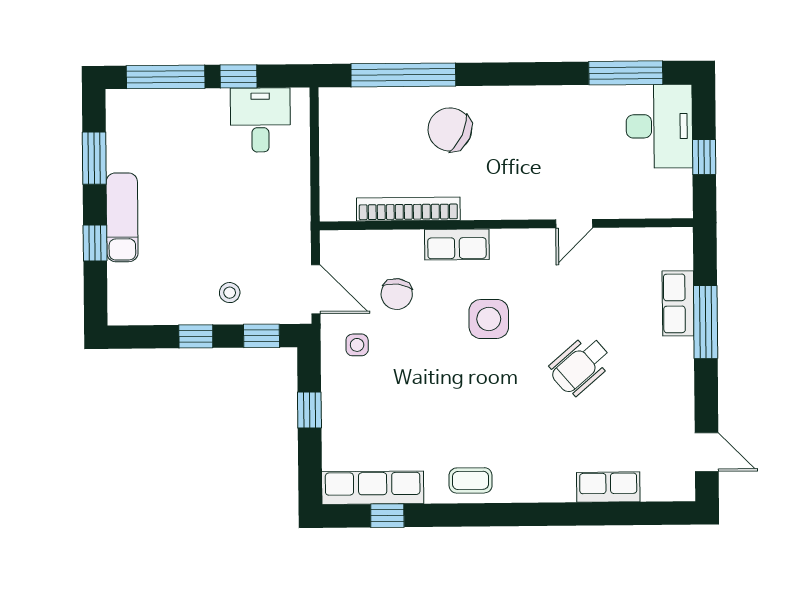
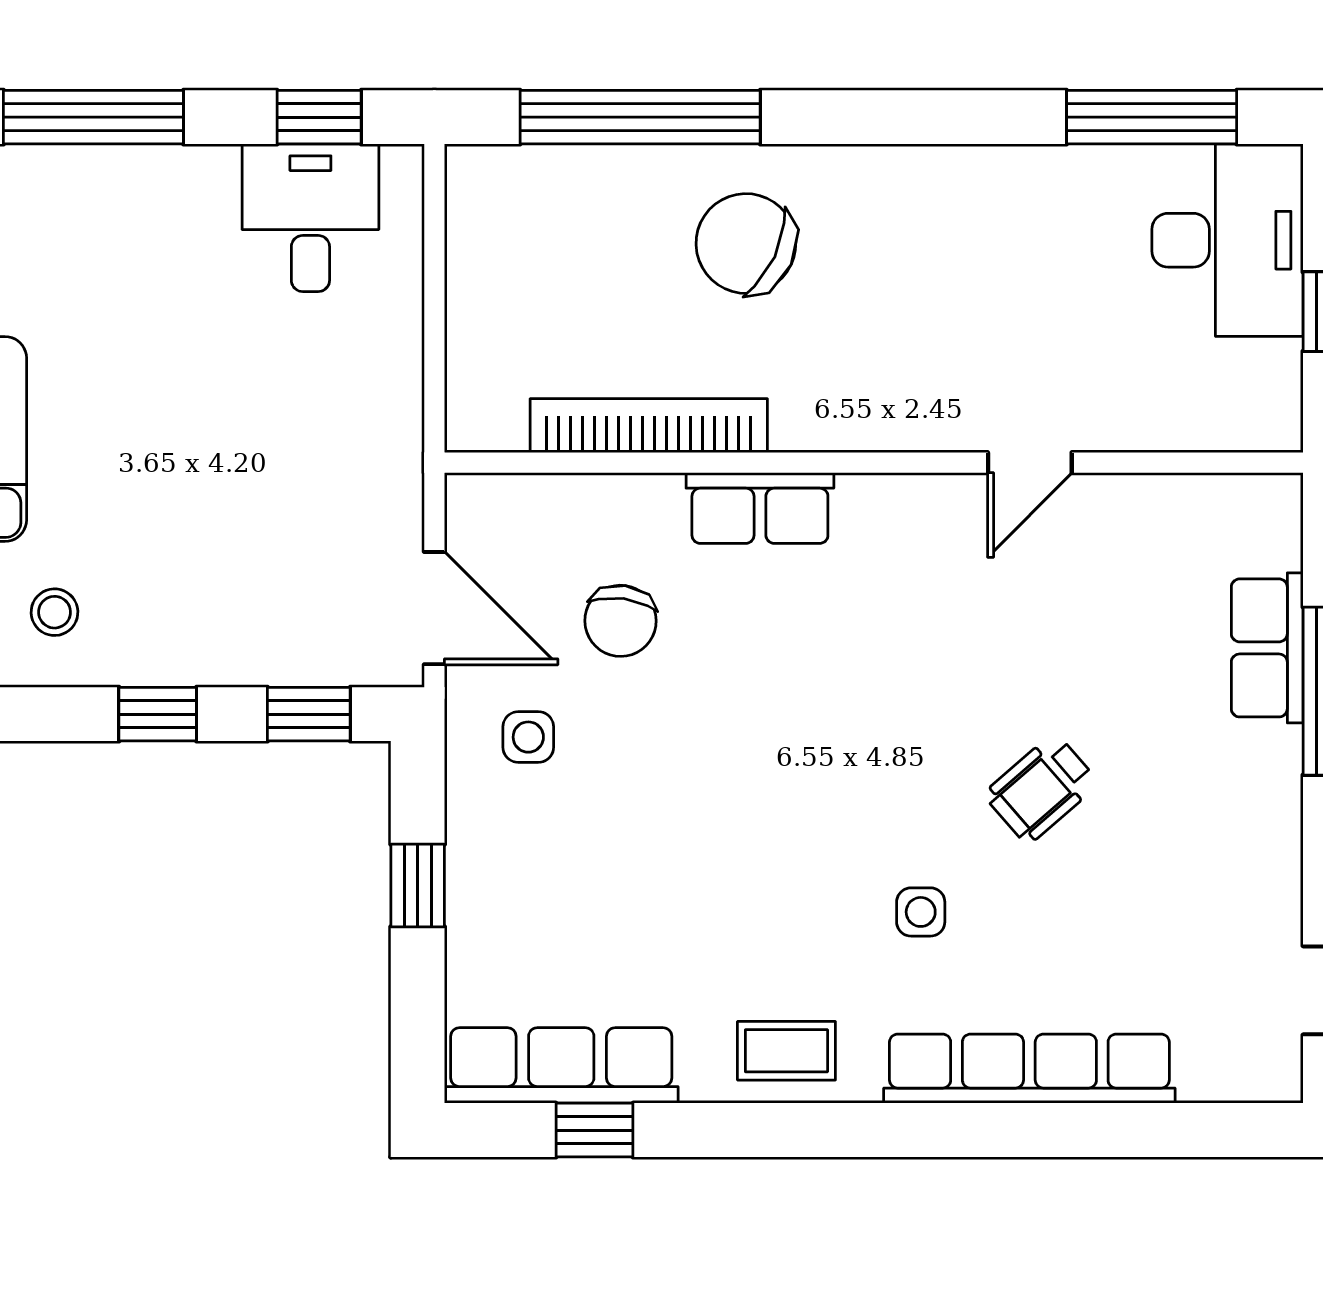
window: (239, 76) -> (319, 117), moved
stool: (230, 293) -> (55, 612), moved
side table: (489, 319) -> (921, 912), moved, width x0.54, depth x0.54
wheelchair: (580, 365) -> (1041, 789), width x0.73, depth x0.73
row of seats: (608, 487) -> (1029, 1069), width x2.02

